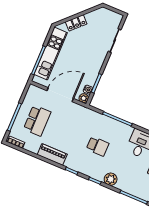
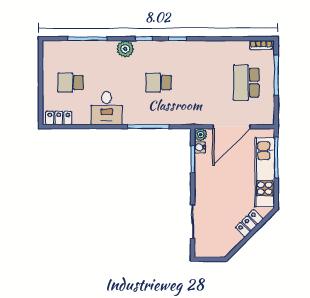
piano: (52, 154) -> (210, 49), removed

